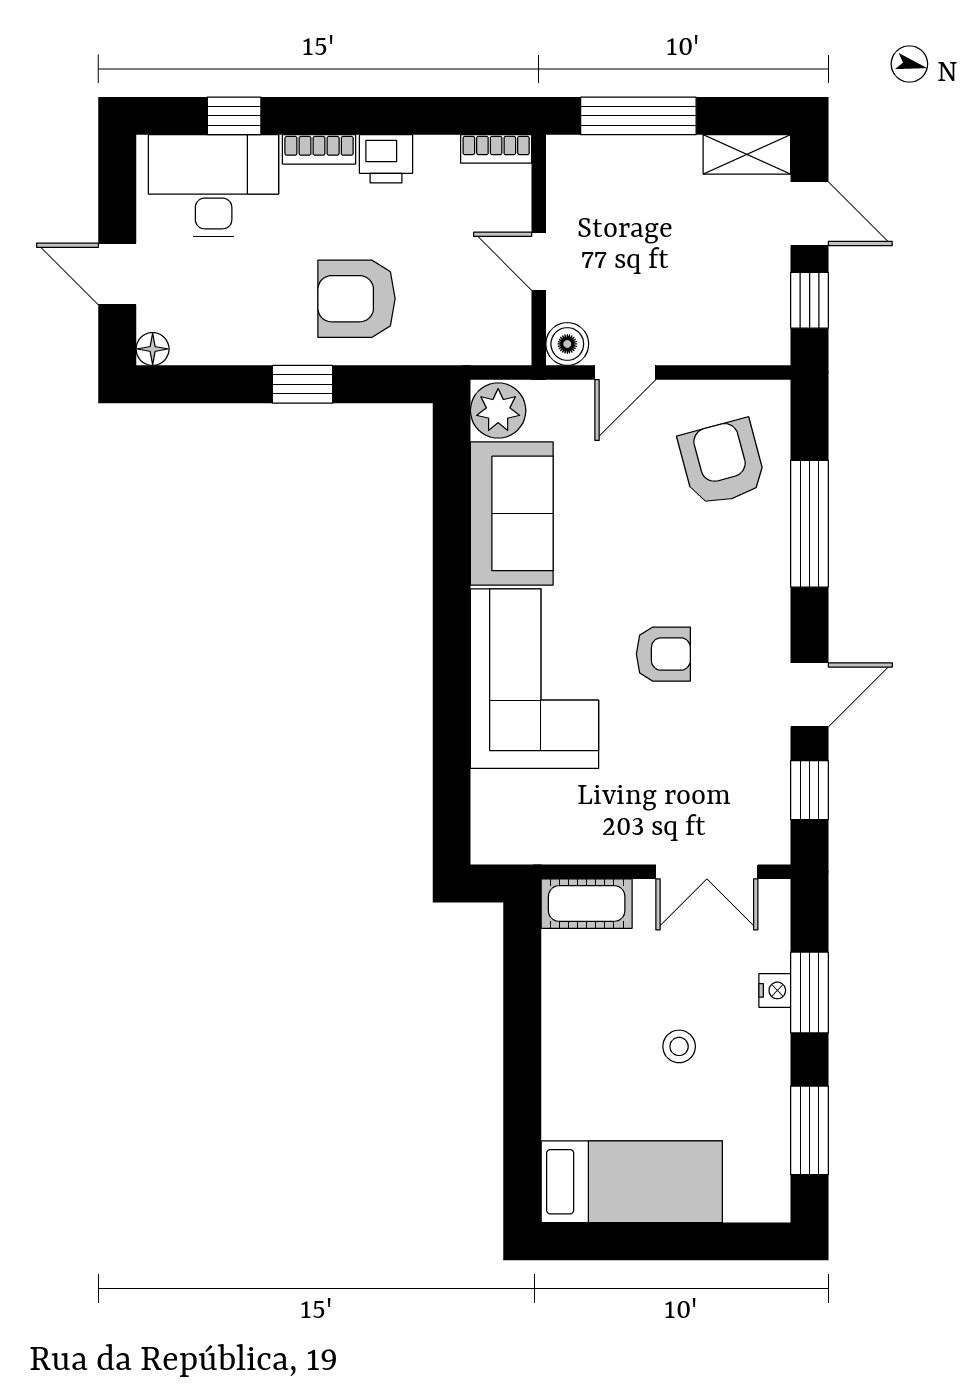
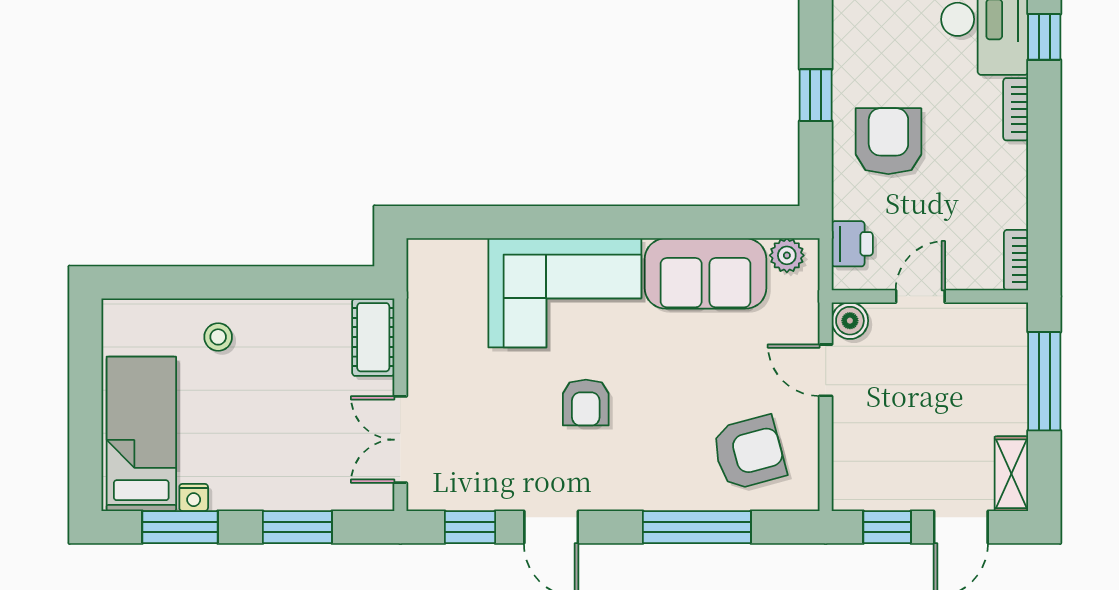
printer: (386, 159) -> (852, 244), moved, turned 180
plant: (498, 410) -> (787, 255), width x0.73, depth x0.73
nightstand: (775, 990) -> (194, 497), moved
stool: (679, 1046) -> (218, 337), moved
bed: (632, 1182) -> (141, 434), moved, turned 180

